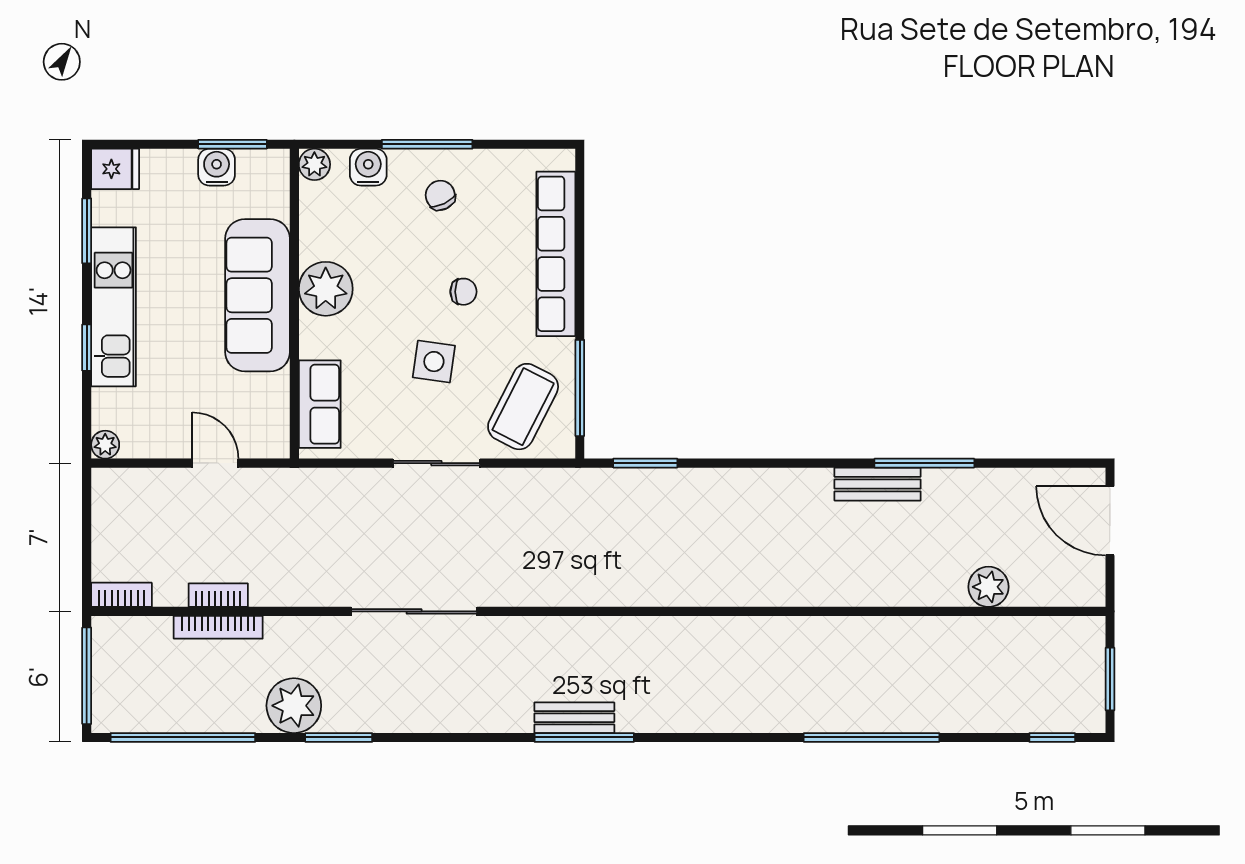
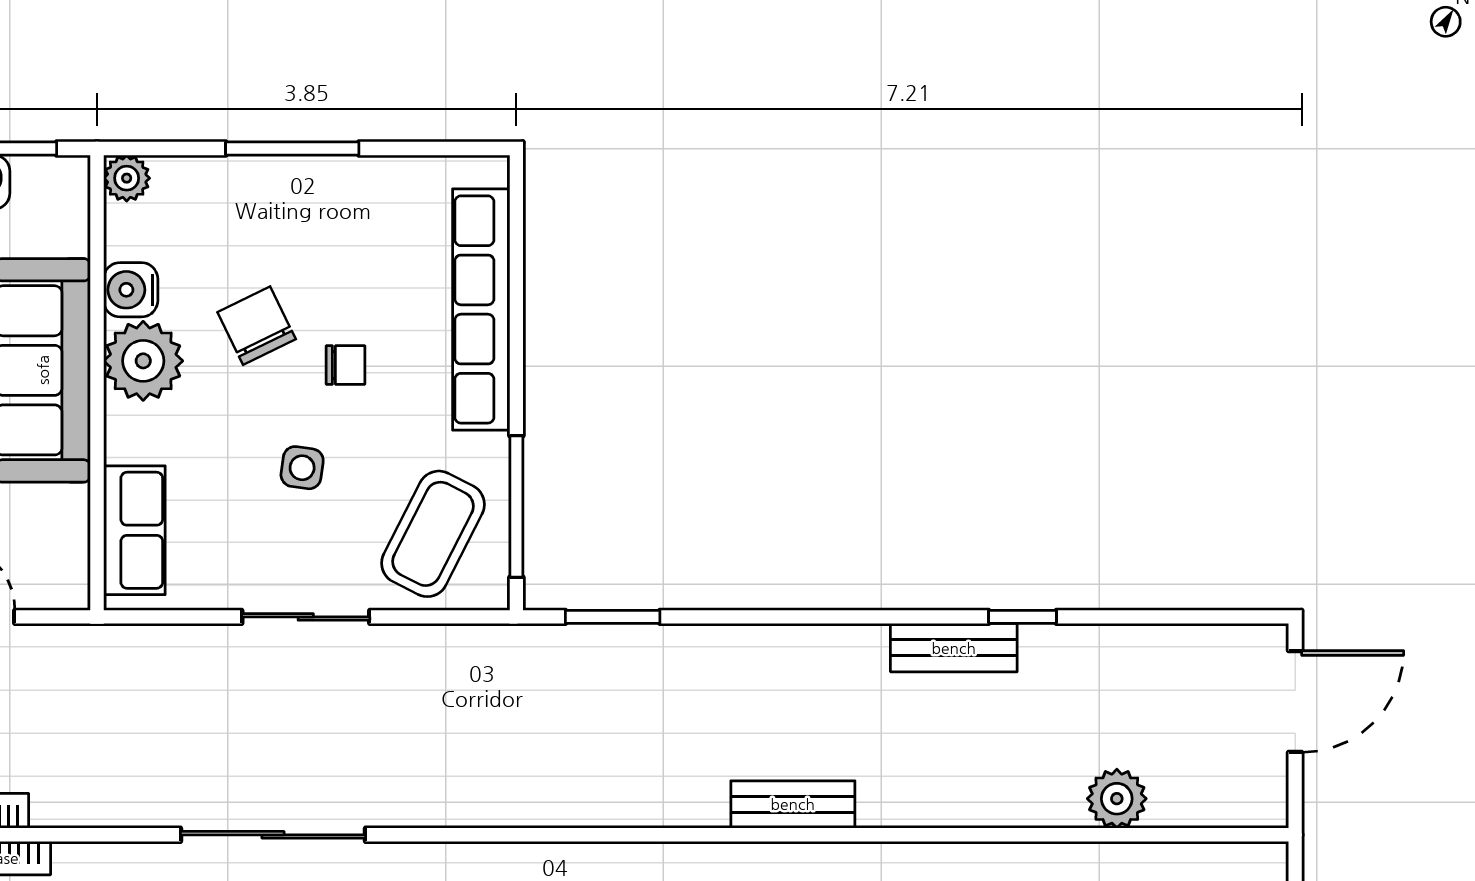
water cooler: (368, 167) -> (131, 290), moved, turned -90
chair: (440, 195) -> (257, 326), moved, width x1.37, depth x1.37
side table: (434, 362) -> (302, 468), width x0.73, depth x0.73
window: (924, 463) -> (1023, 617), width x0.46
door: (1110, 521) -> (1295, 702), swing flipped
bench: (768, 591) -> (793, 804), added

